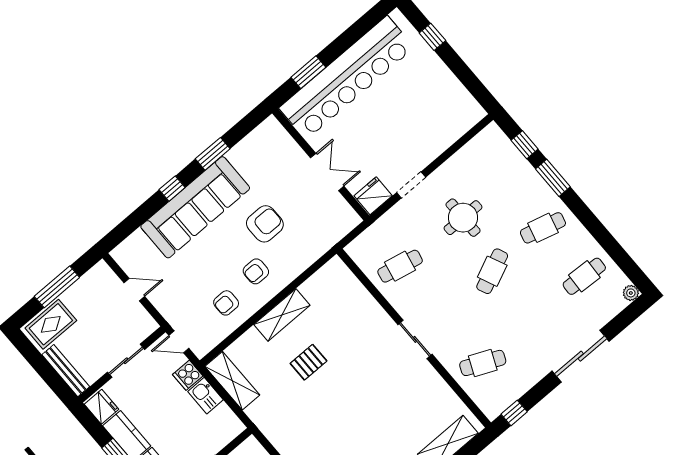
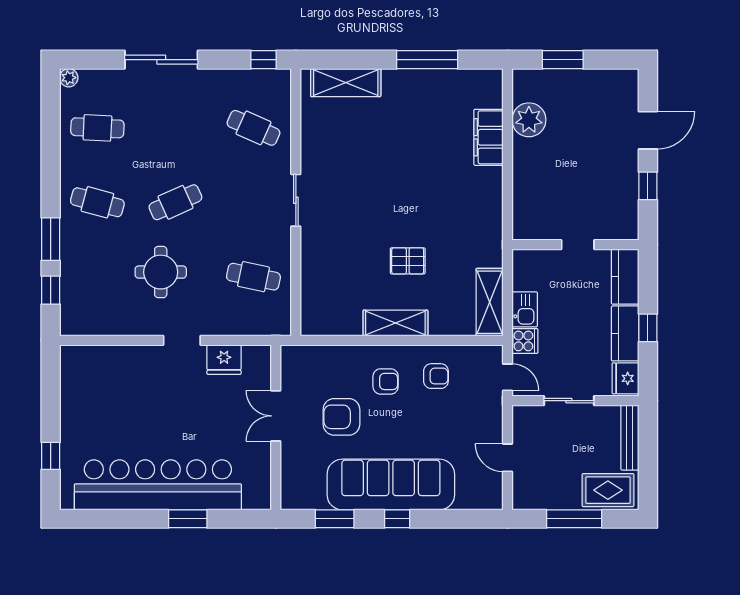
wall: (321, 164) -> (276, 427), moved
double door: (327, 172) -> (276, 416), moved

